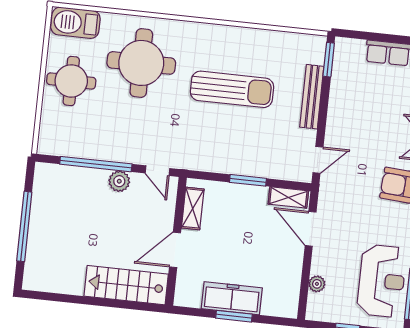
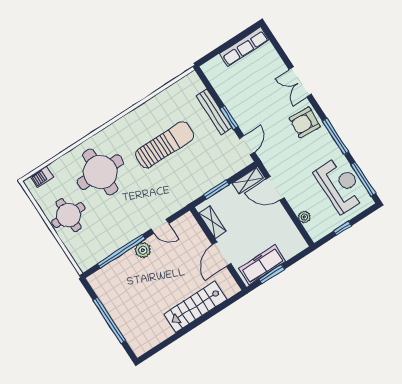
barbecue: (75, 23) -> (42, 177), width x0.53, depth x0.65
window: (329, 60) -> (229, 118), moved
shelving: (193, 208) -> (212, 222), moved
wall: (176, 241) -> (218, 249), moved
door: (175, 250) -> (222, 254), moved

